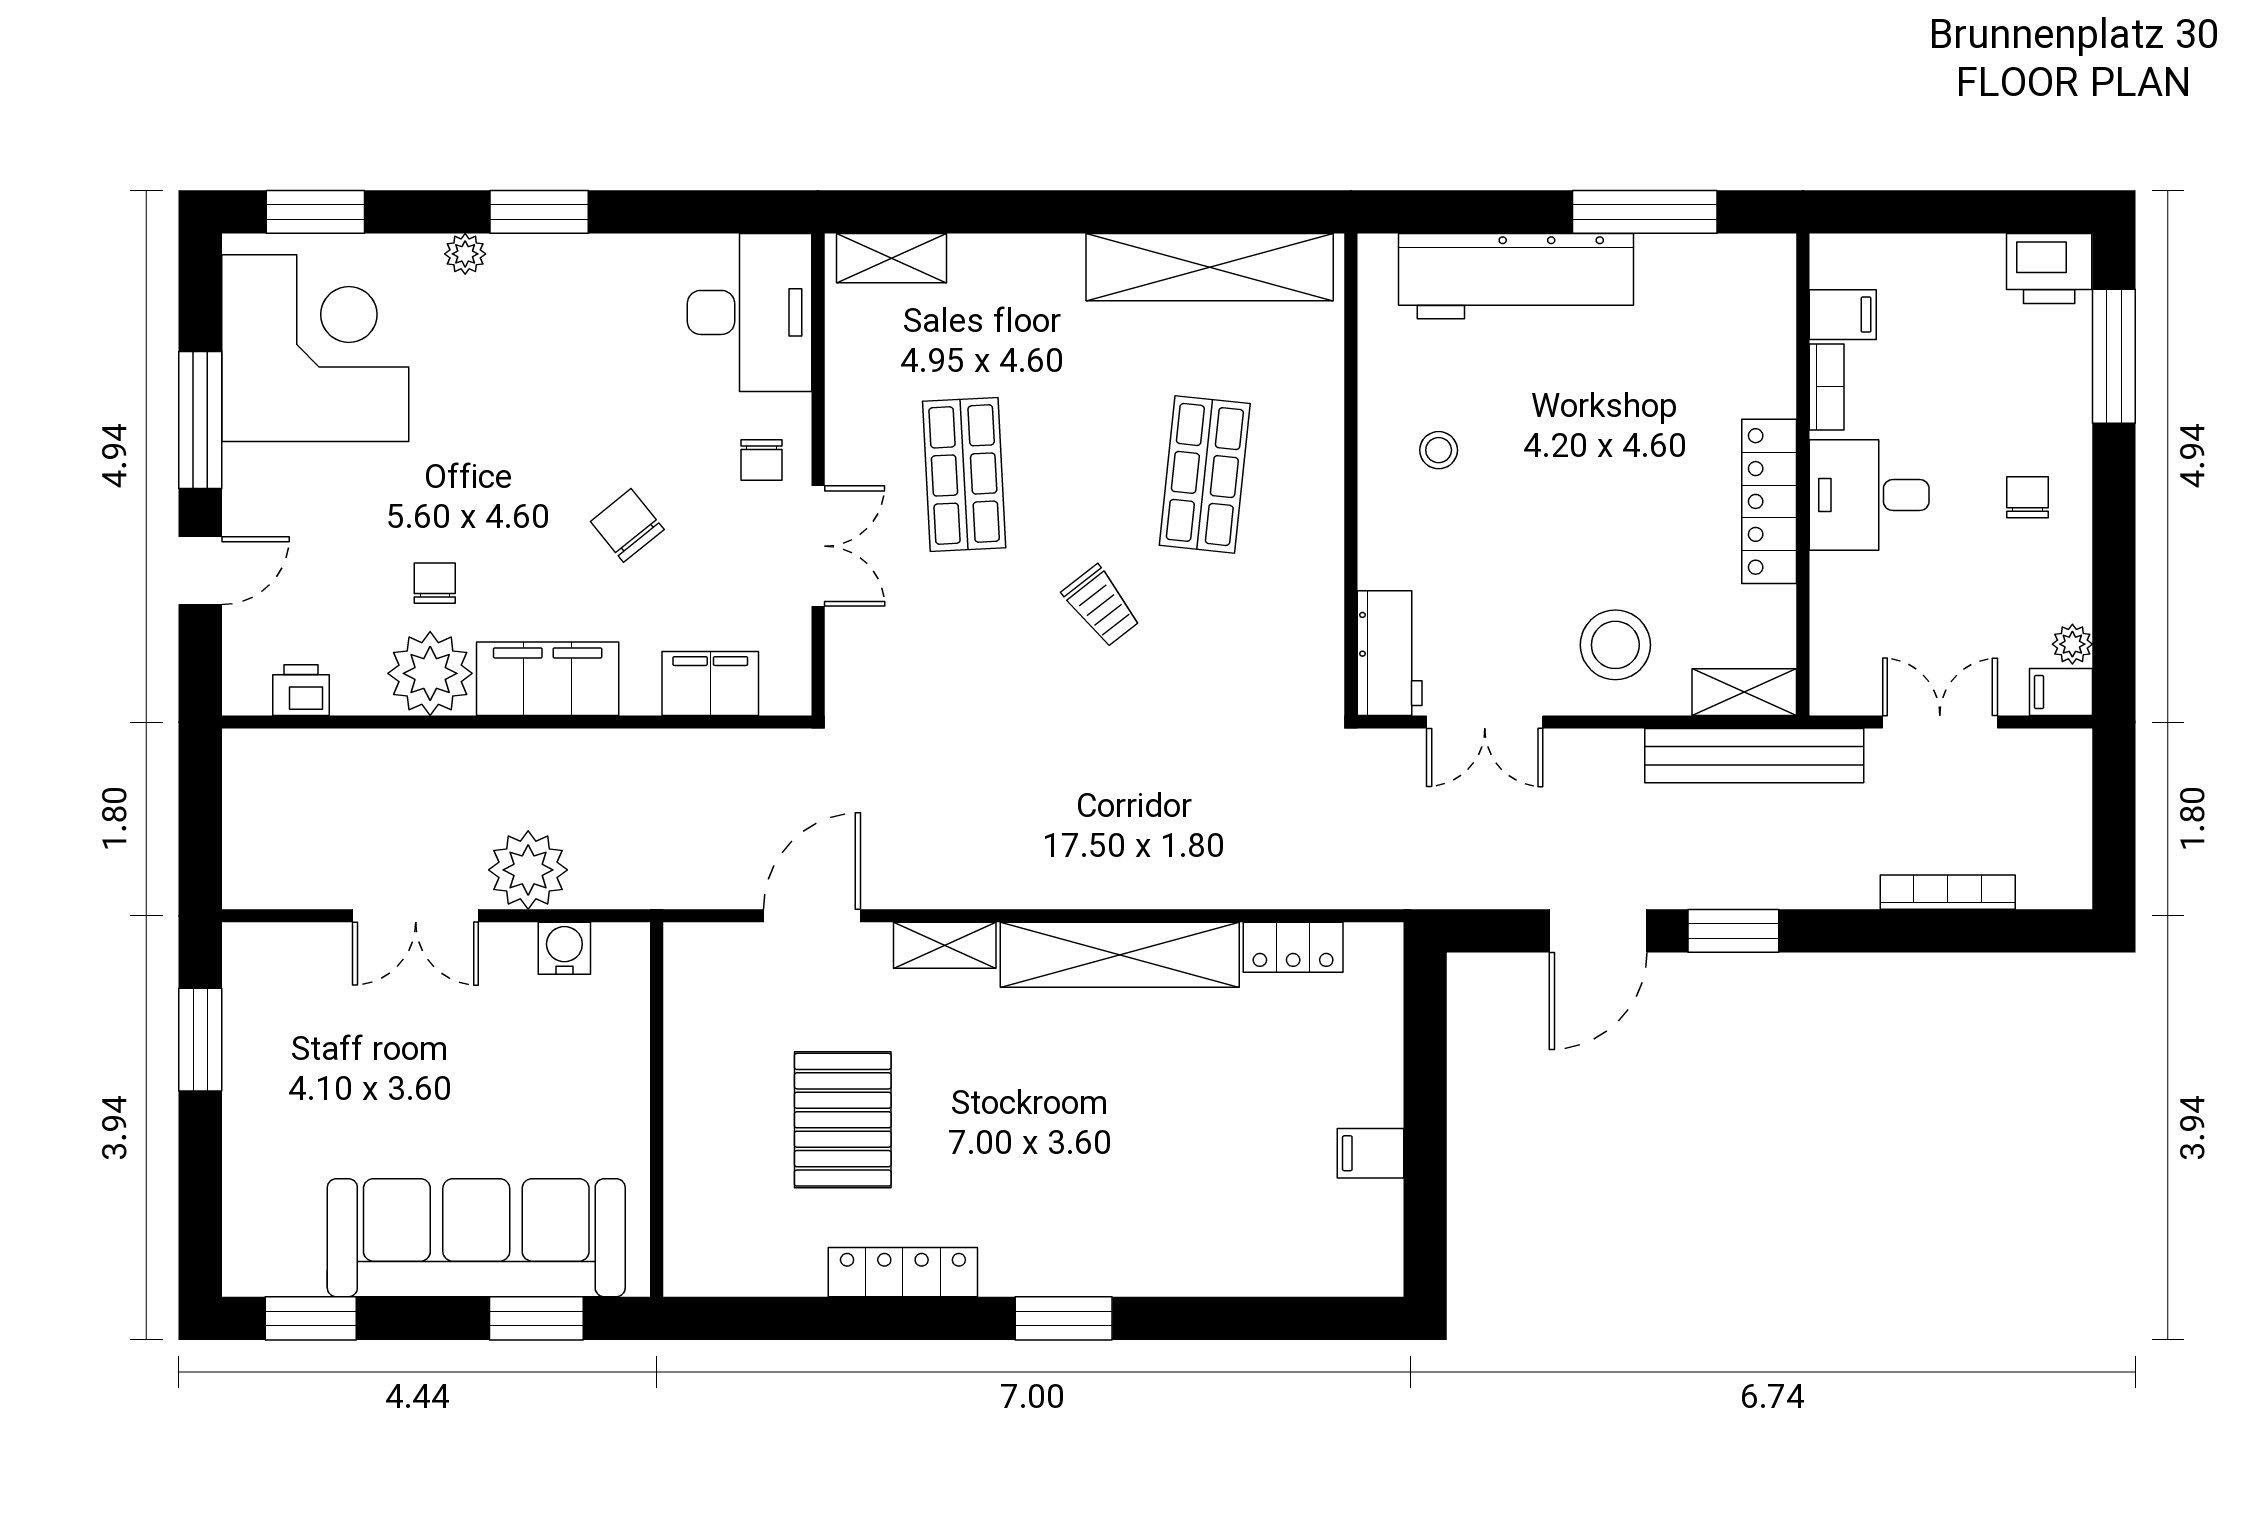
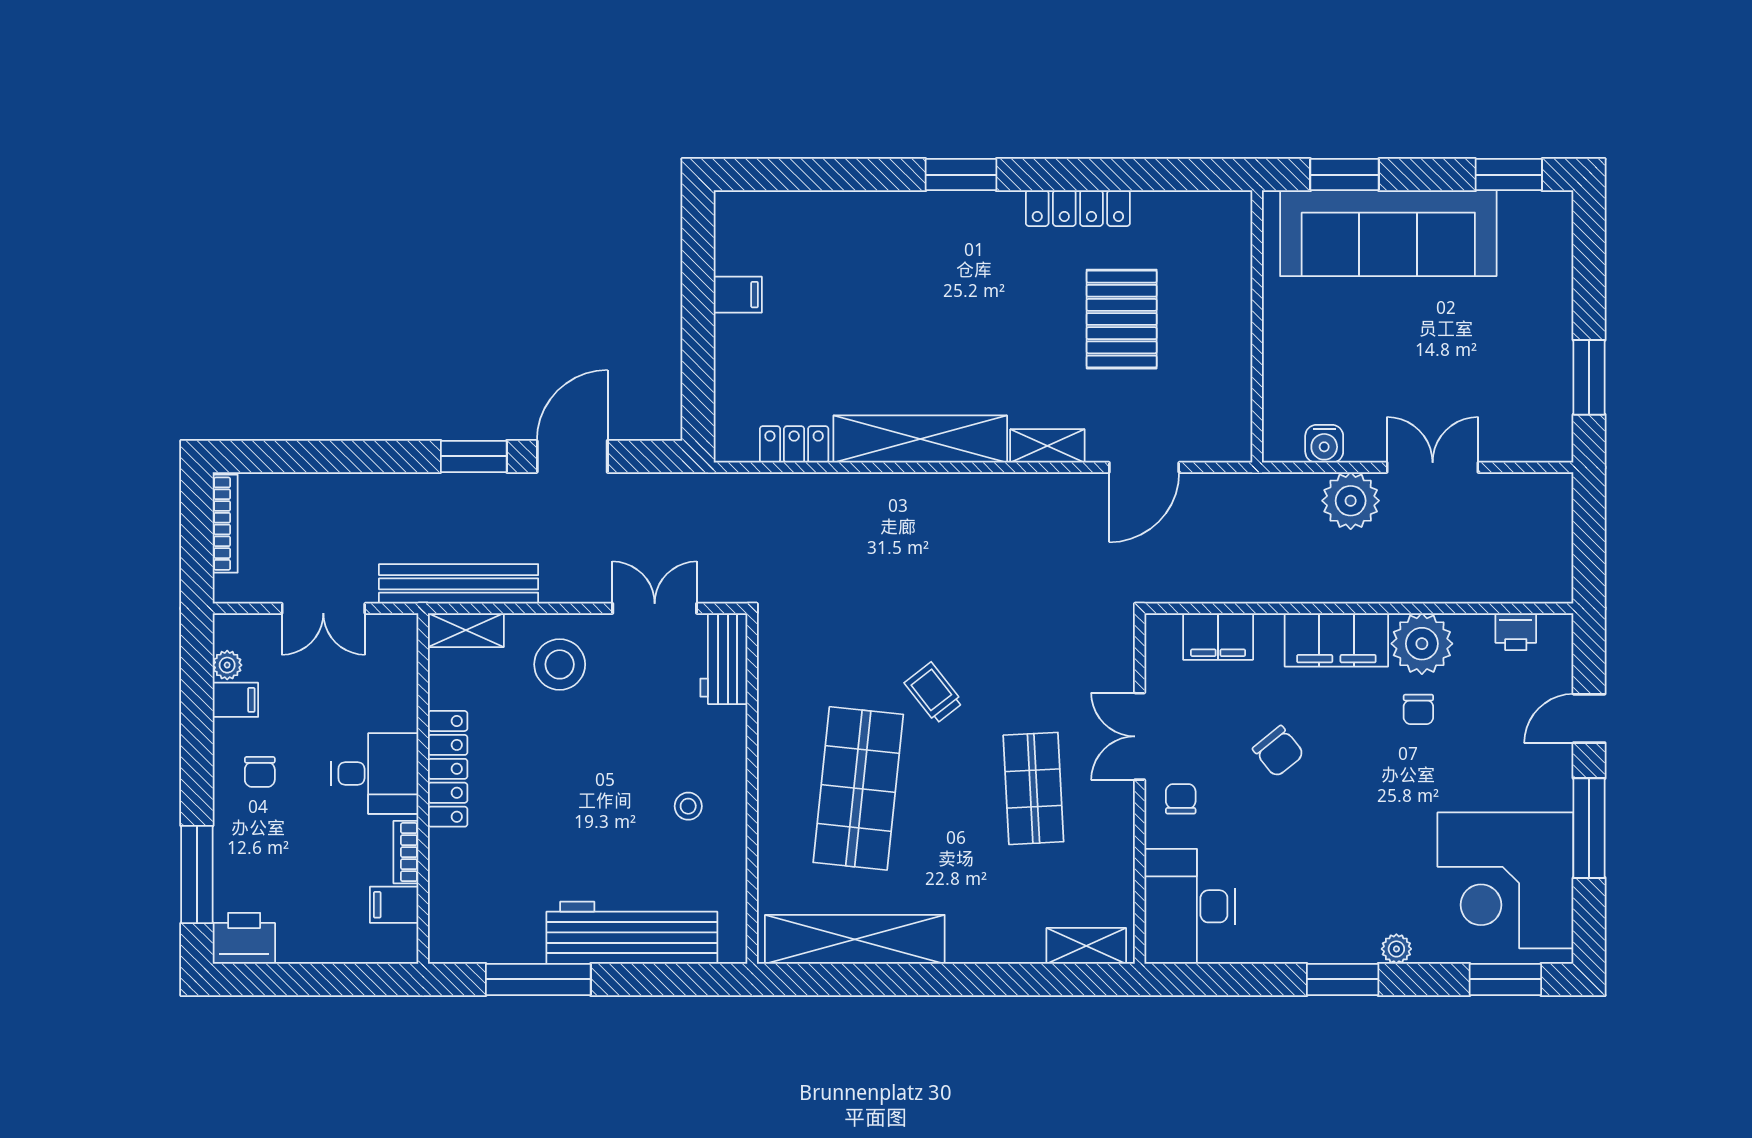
shop shelf: (1205, 474) -> (858, 788), width x1.43, depth x1.36
filing cabinet: (2061, 692) -> (235, 700), moved
bookcase: (1948, 892) -> (225, 524), moved, turned -90

